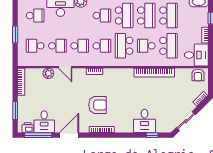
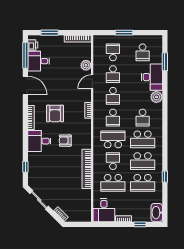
armchair: (198, 75) -> (65, 141), moved
desk: (144, 121) -> (39, 141), moved

